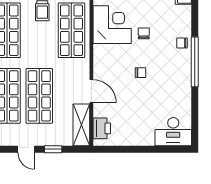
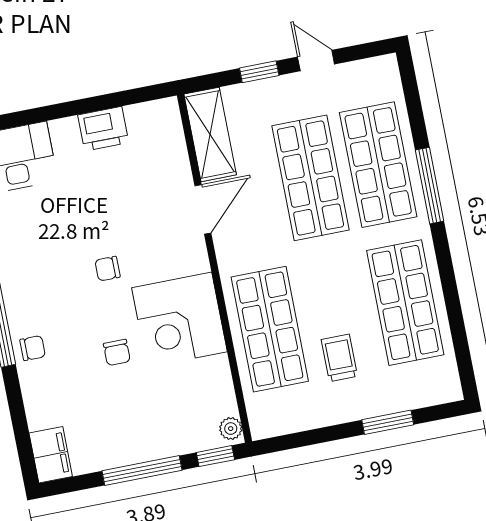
corner desk: (112, 25) -> (179, 320), moved
door: (91, 91) -> (203, 209), swing flipped
printer: (102, 128) -> (103, 129), moved, turned -90

